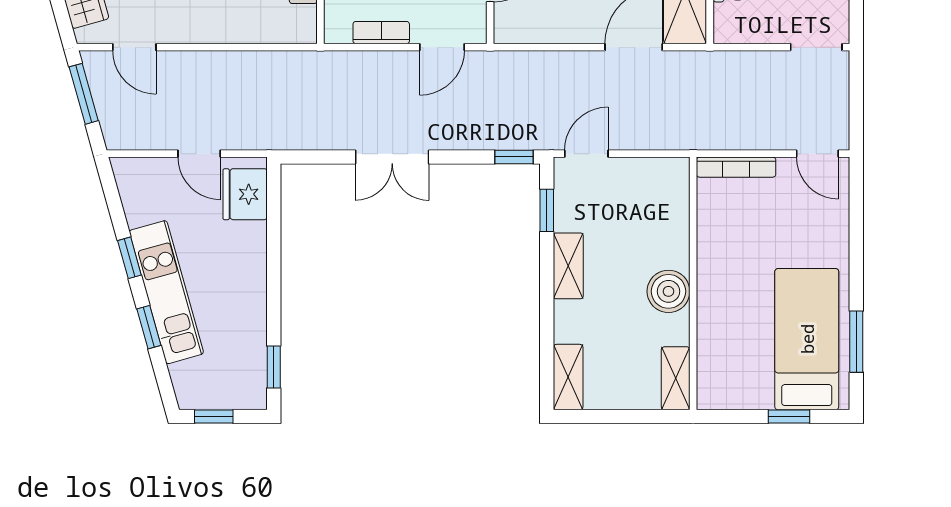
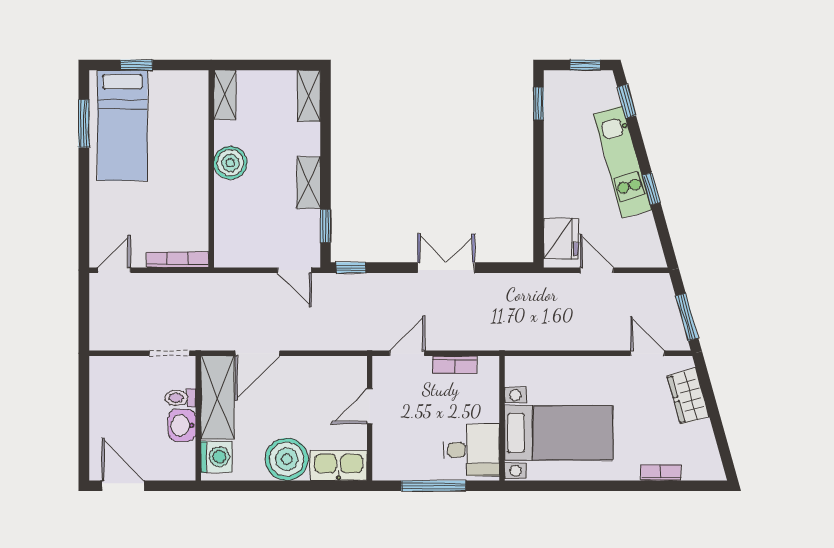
doorway: (816, 47) -> (170, 353), moved
door: (586, 154) -> (295, 270), hinge flipped
door: (817, 154) -> (114, 270), hinge flipped
window: (149, 327) -> (627, 101), moved

